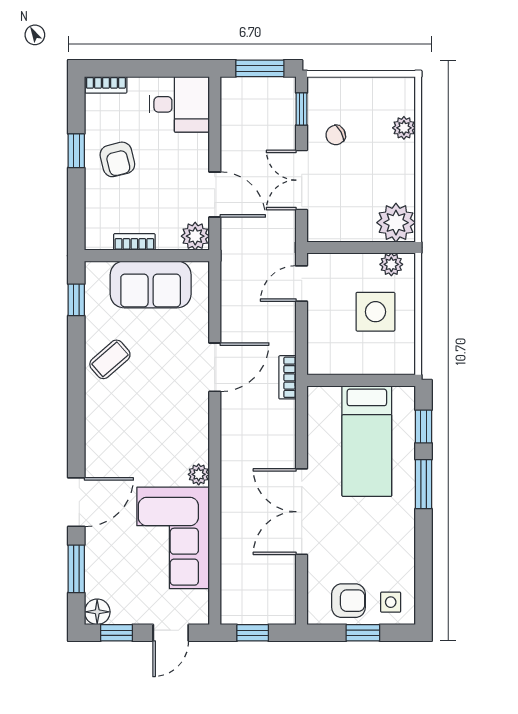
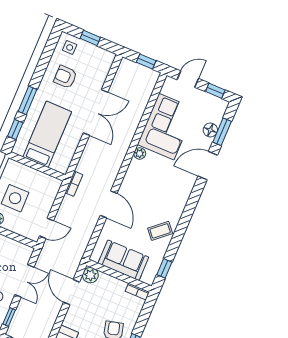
bookcase: (134, 242) -> (137, 292), moved
door: (215, 367) -> (109, 204), swing flipped
armchair: (349, 601) -> (65, 77), moved
floor lamp: (97, 612) -> (210, 130), moved

